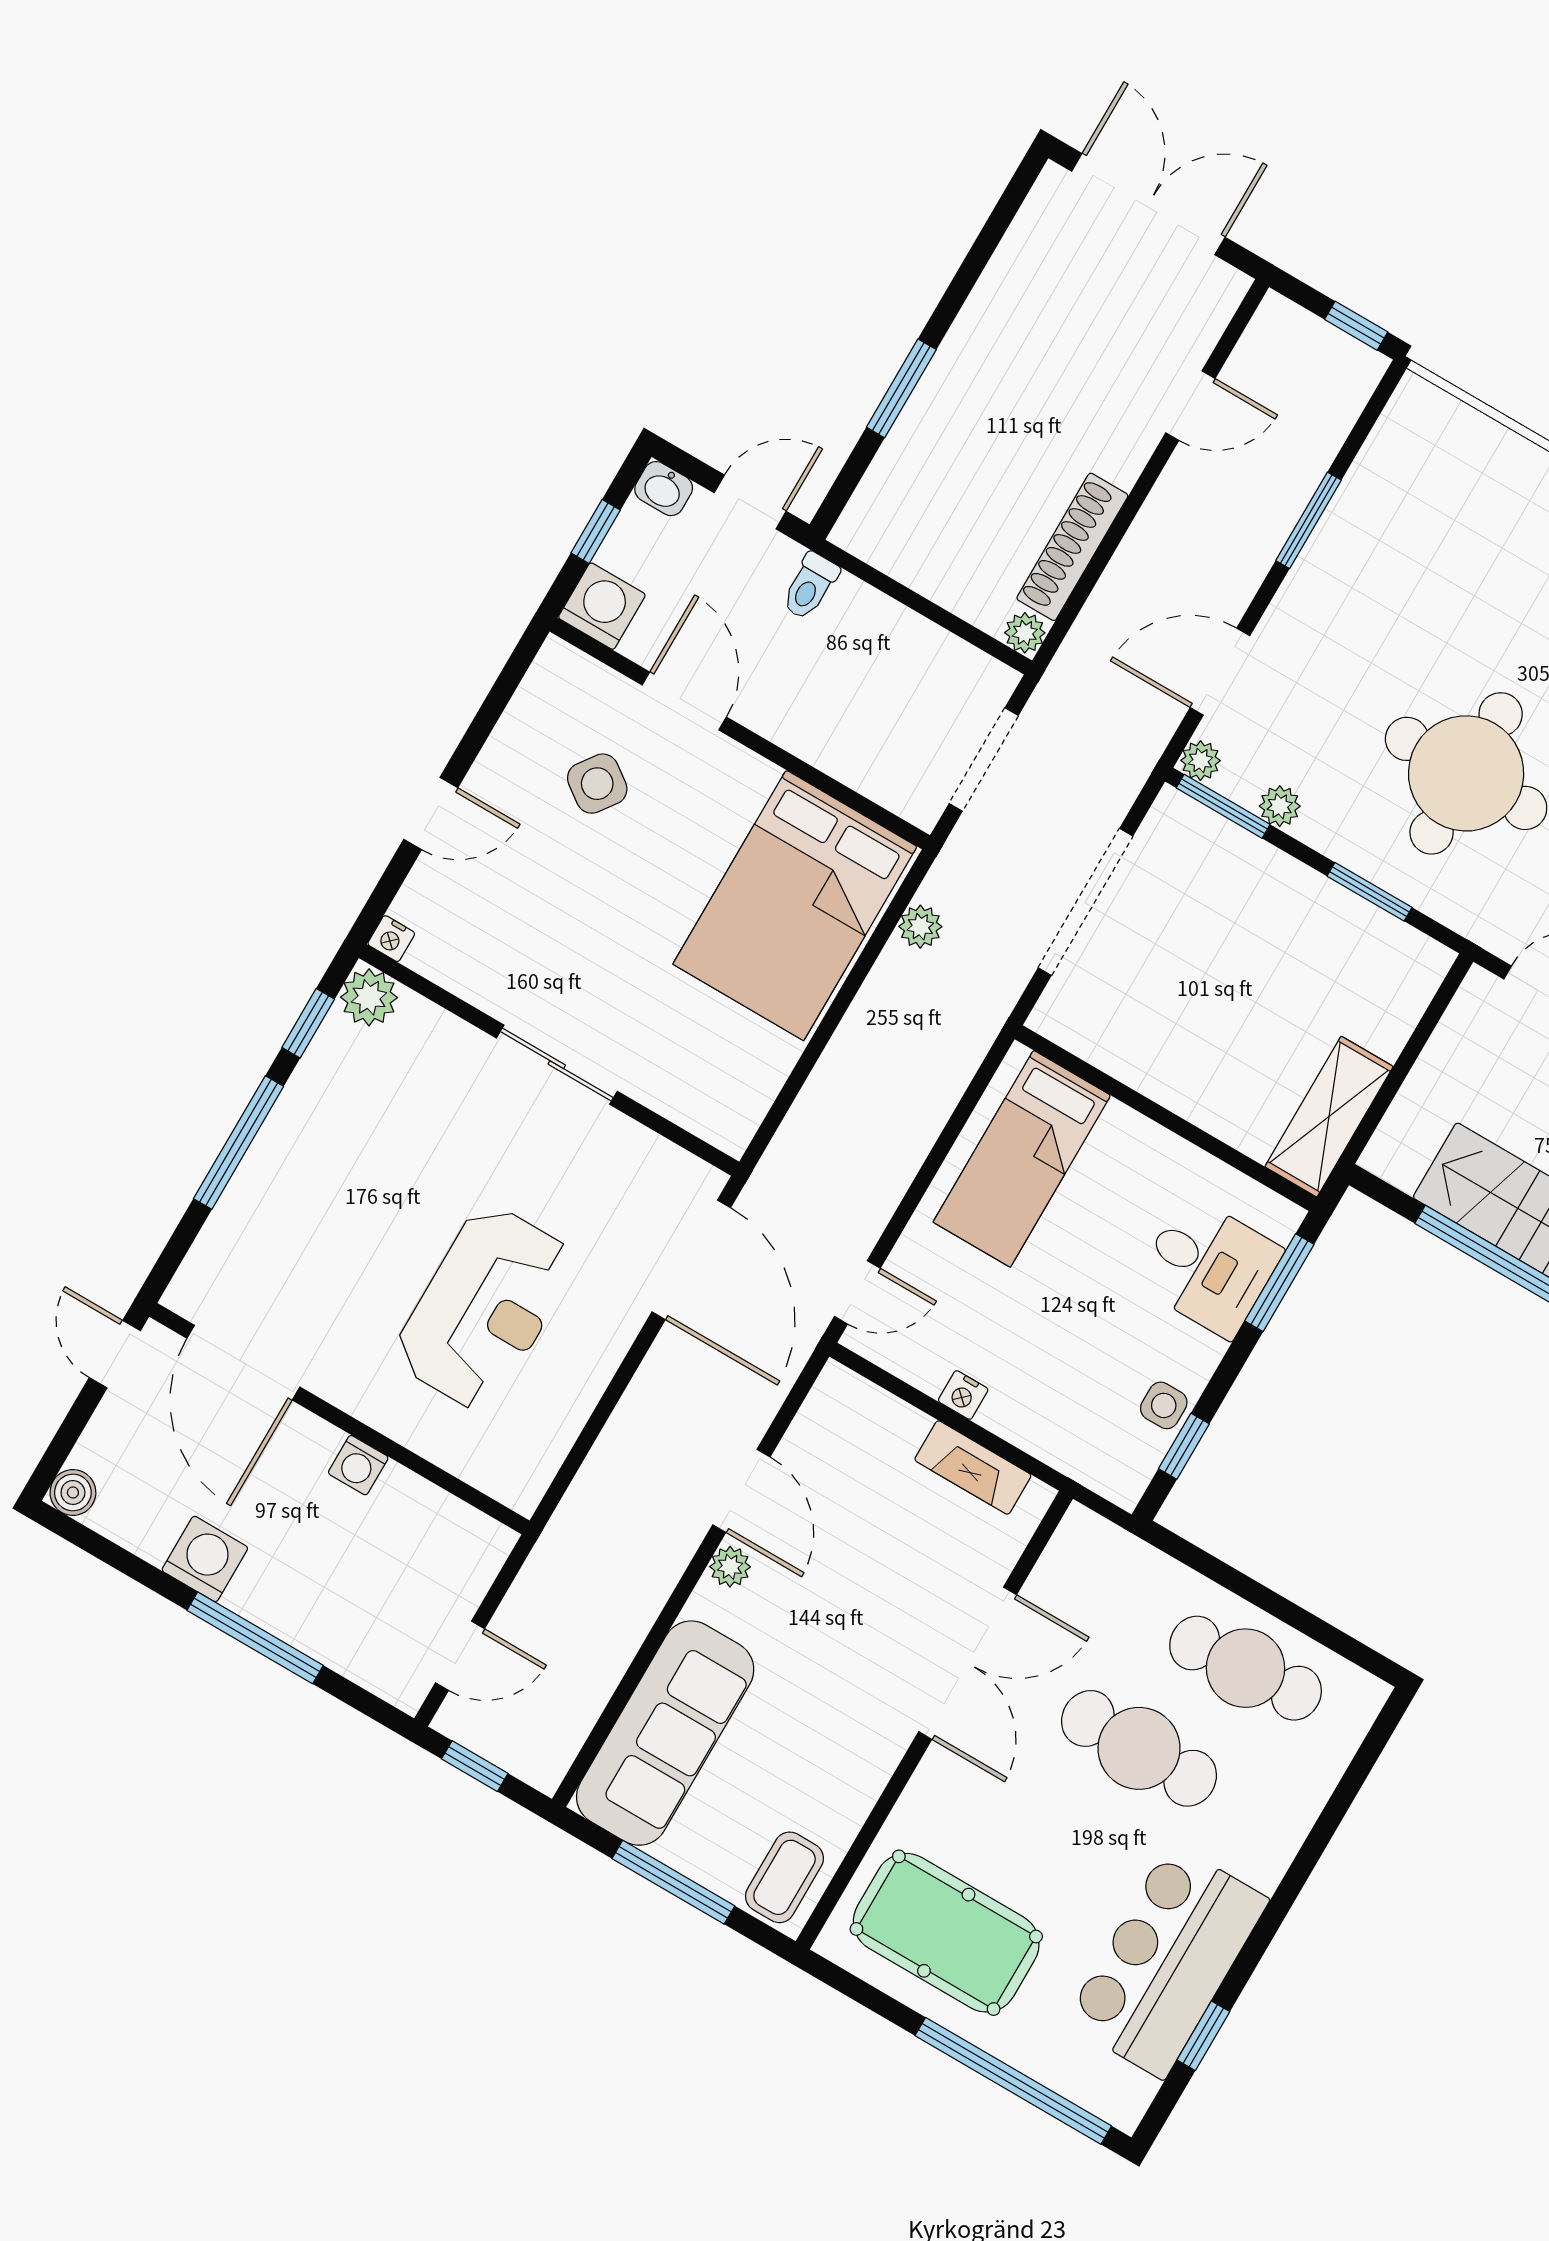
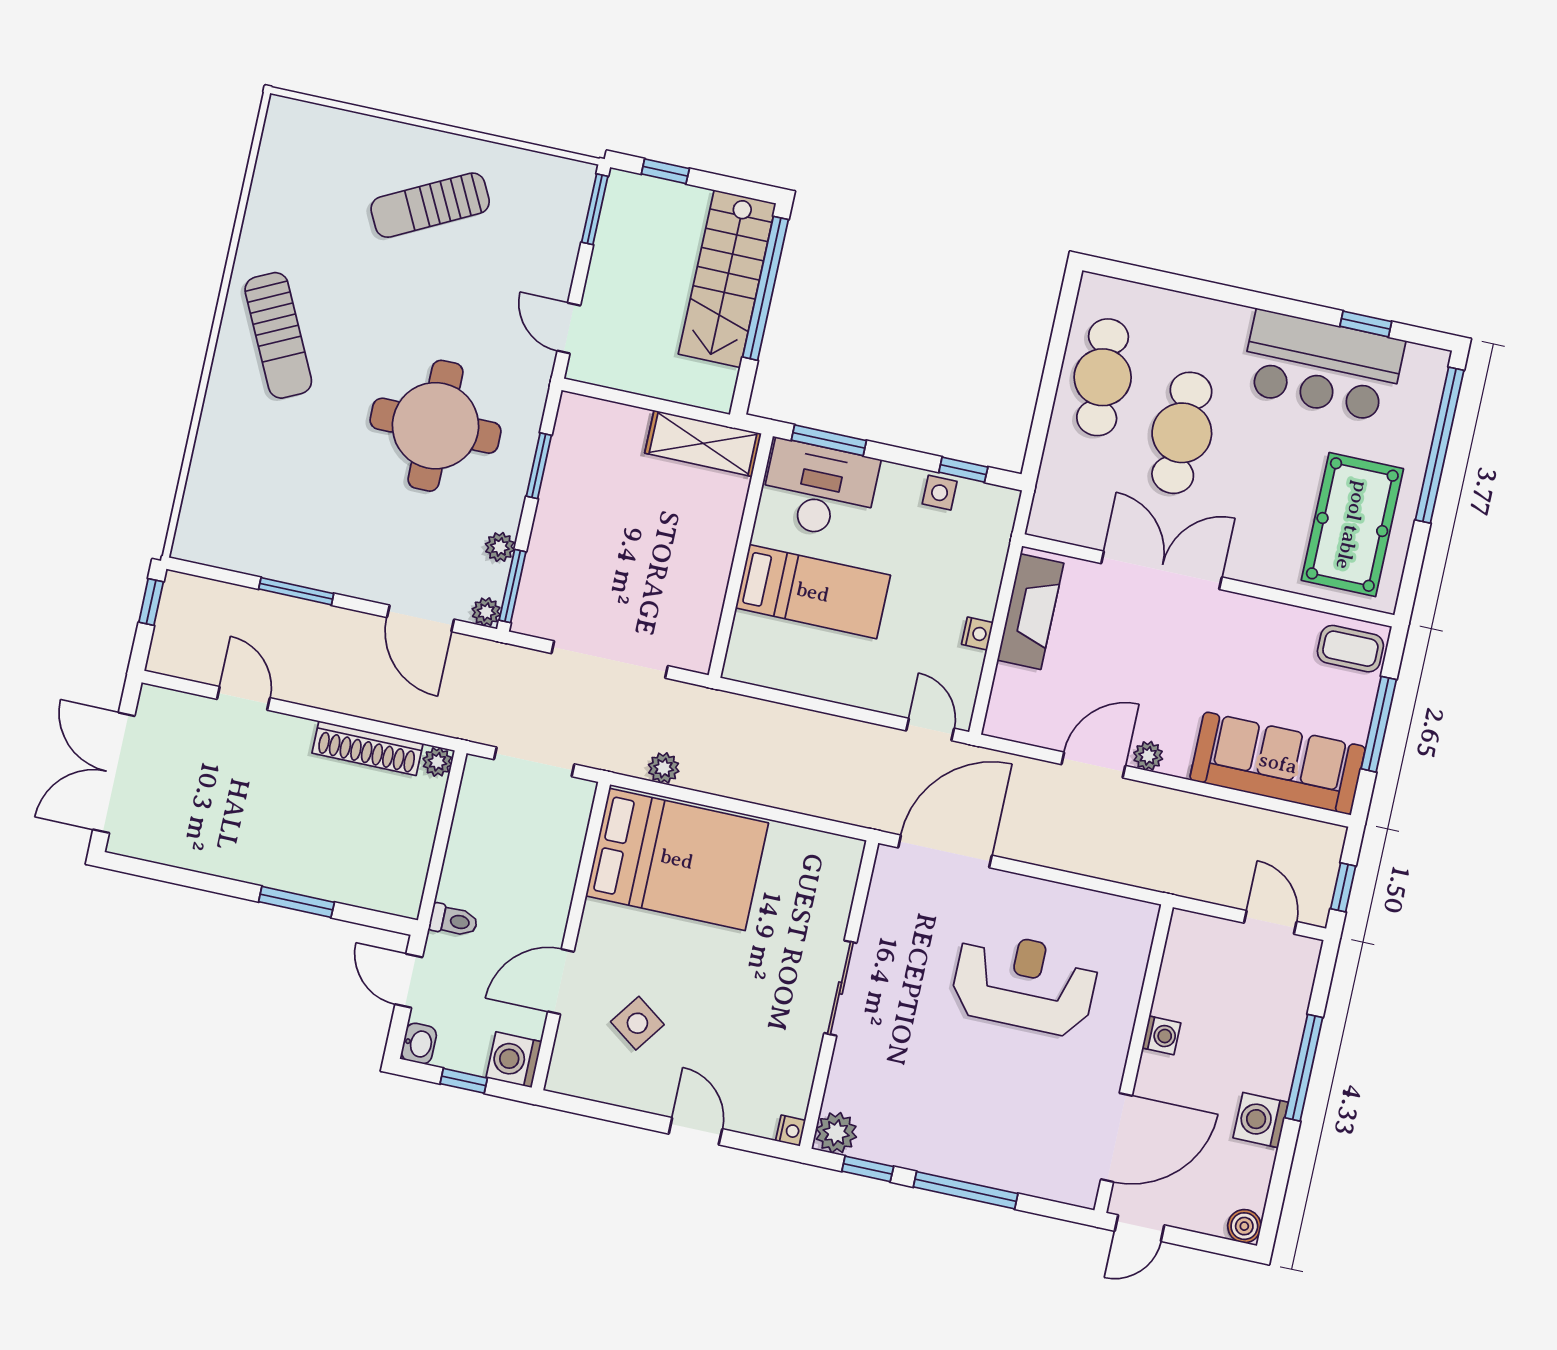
bed: (1022, 1159) -> (813, 592), moved
desk: (1209, 1267) -> (819, 490), width x1.37
fireplace: (973, 1467) -> (1031, 612), width x1.37, depth x1.32

